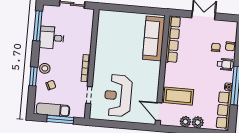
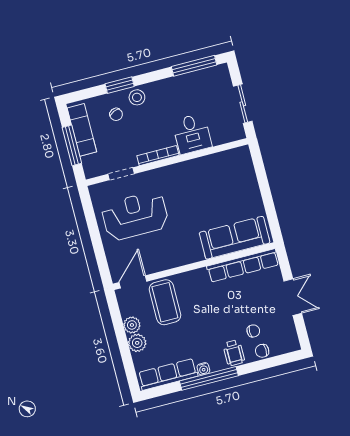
desk: (52, 38) -> (192, 134), moved, turned 180

